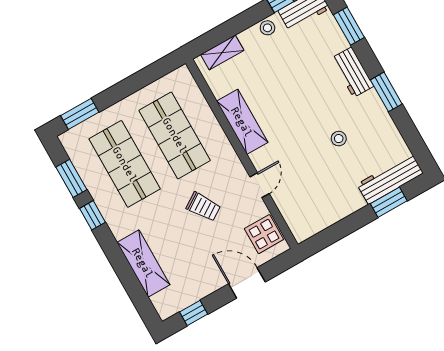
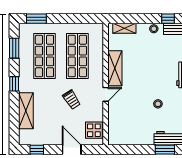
door: (260, 185) -> (106, 94), moved
window: (92, 215) -> (14, 84), moved

